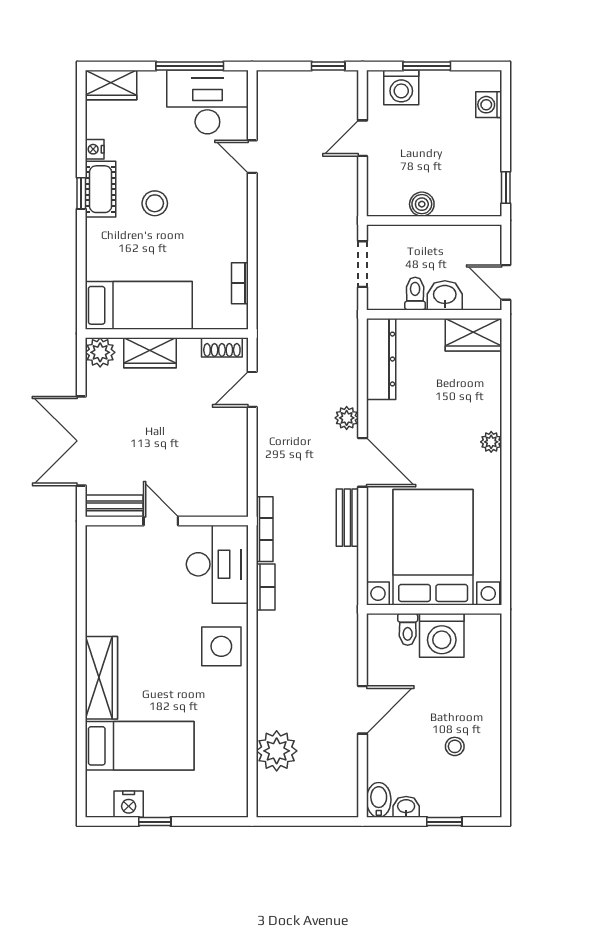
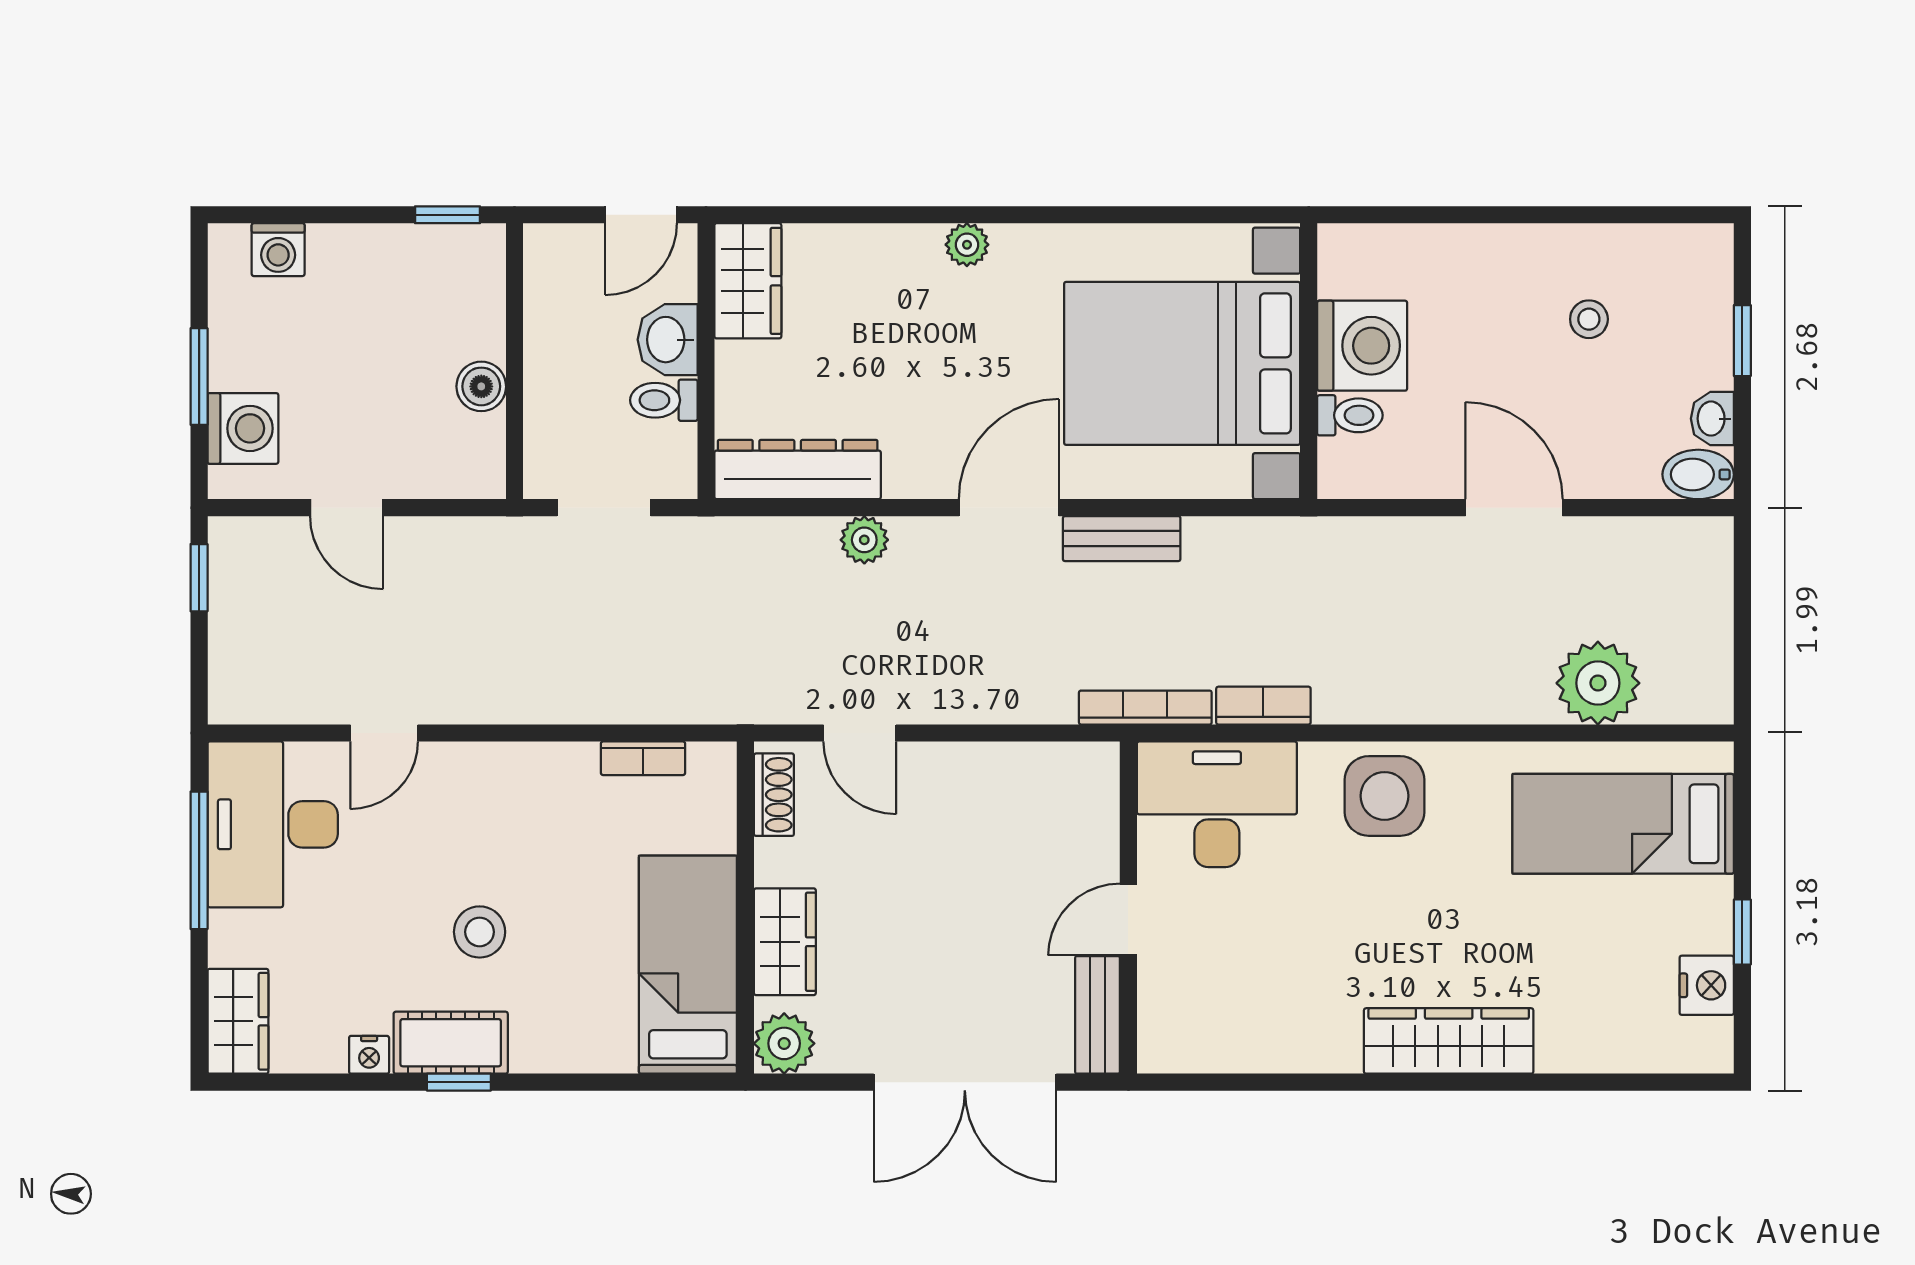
plant: (347, 418) -> (864, 540), moved
bed: (140, 746) -> (1623, 824), moved, turned -90

